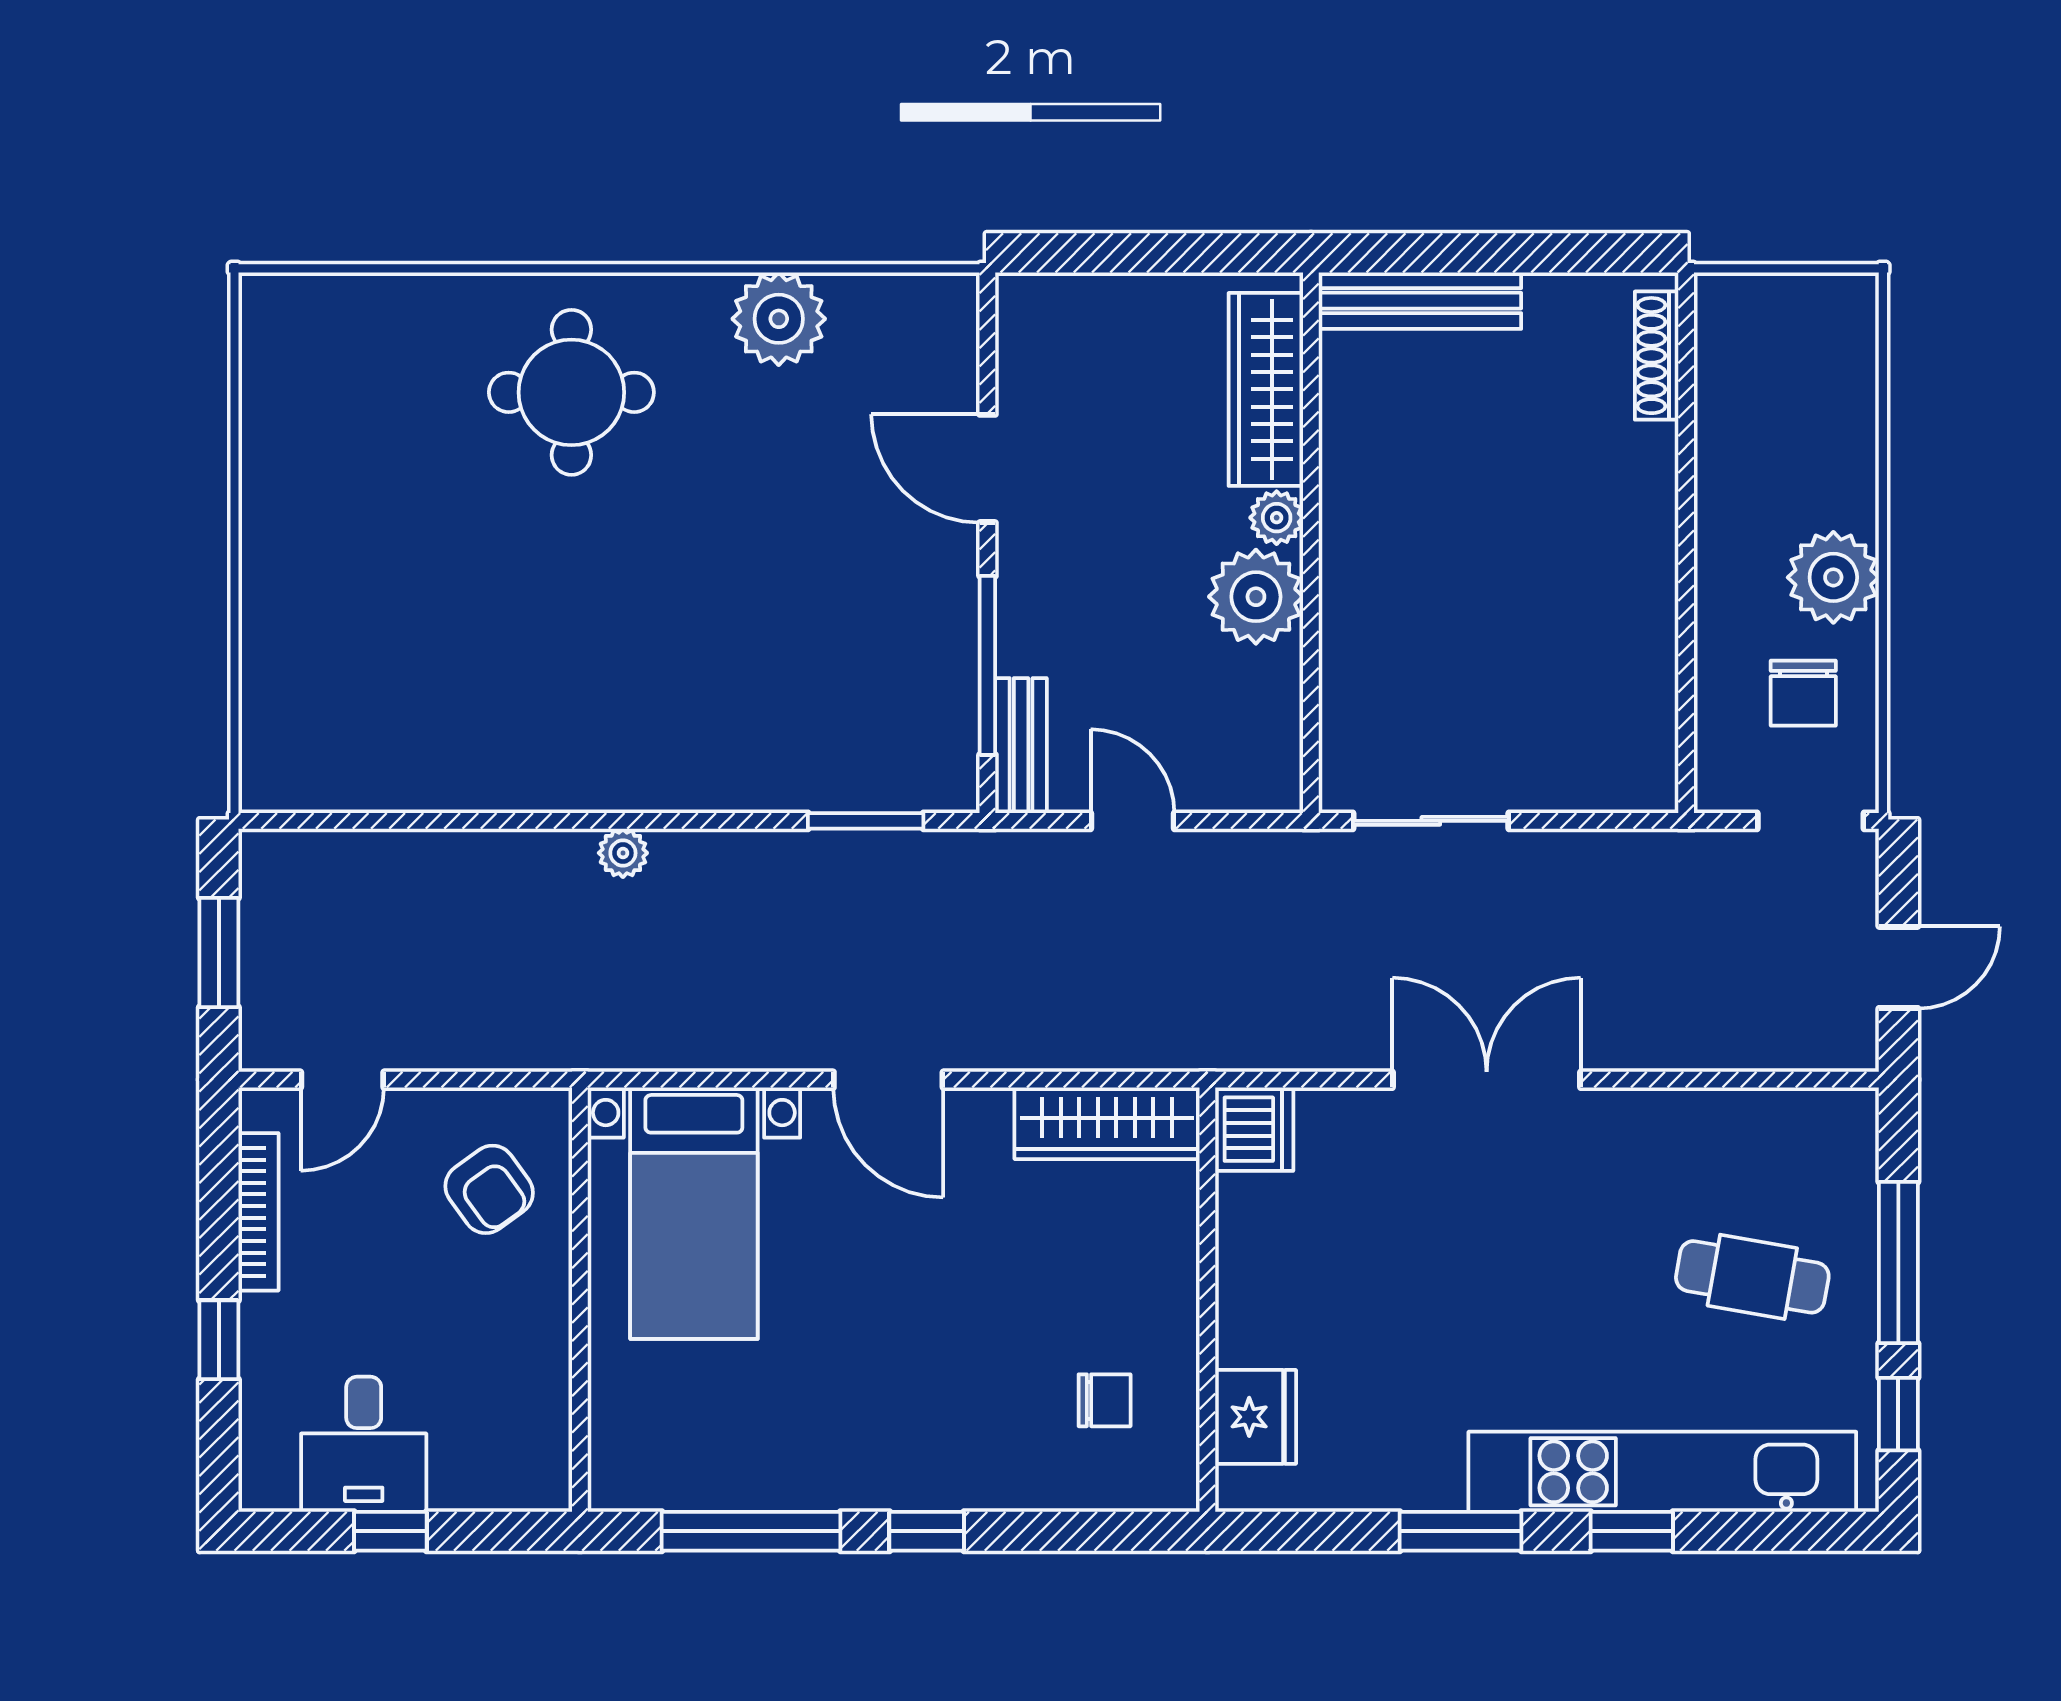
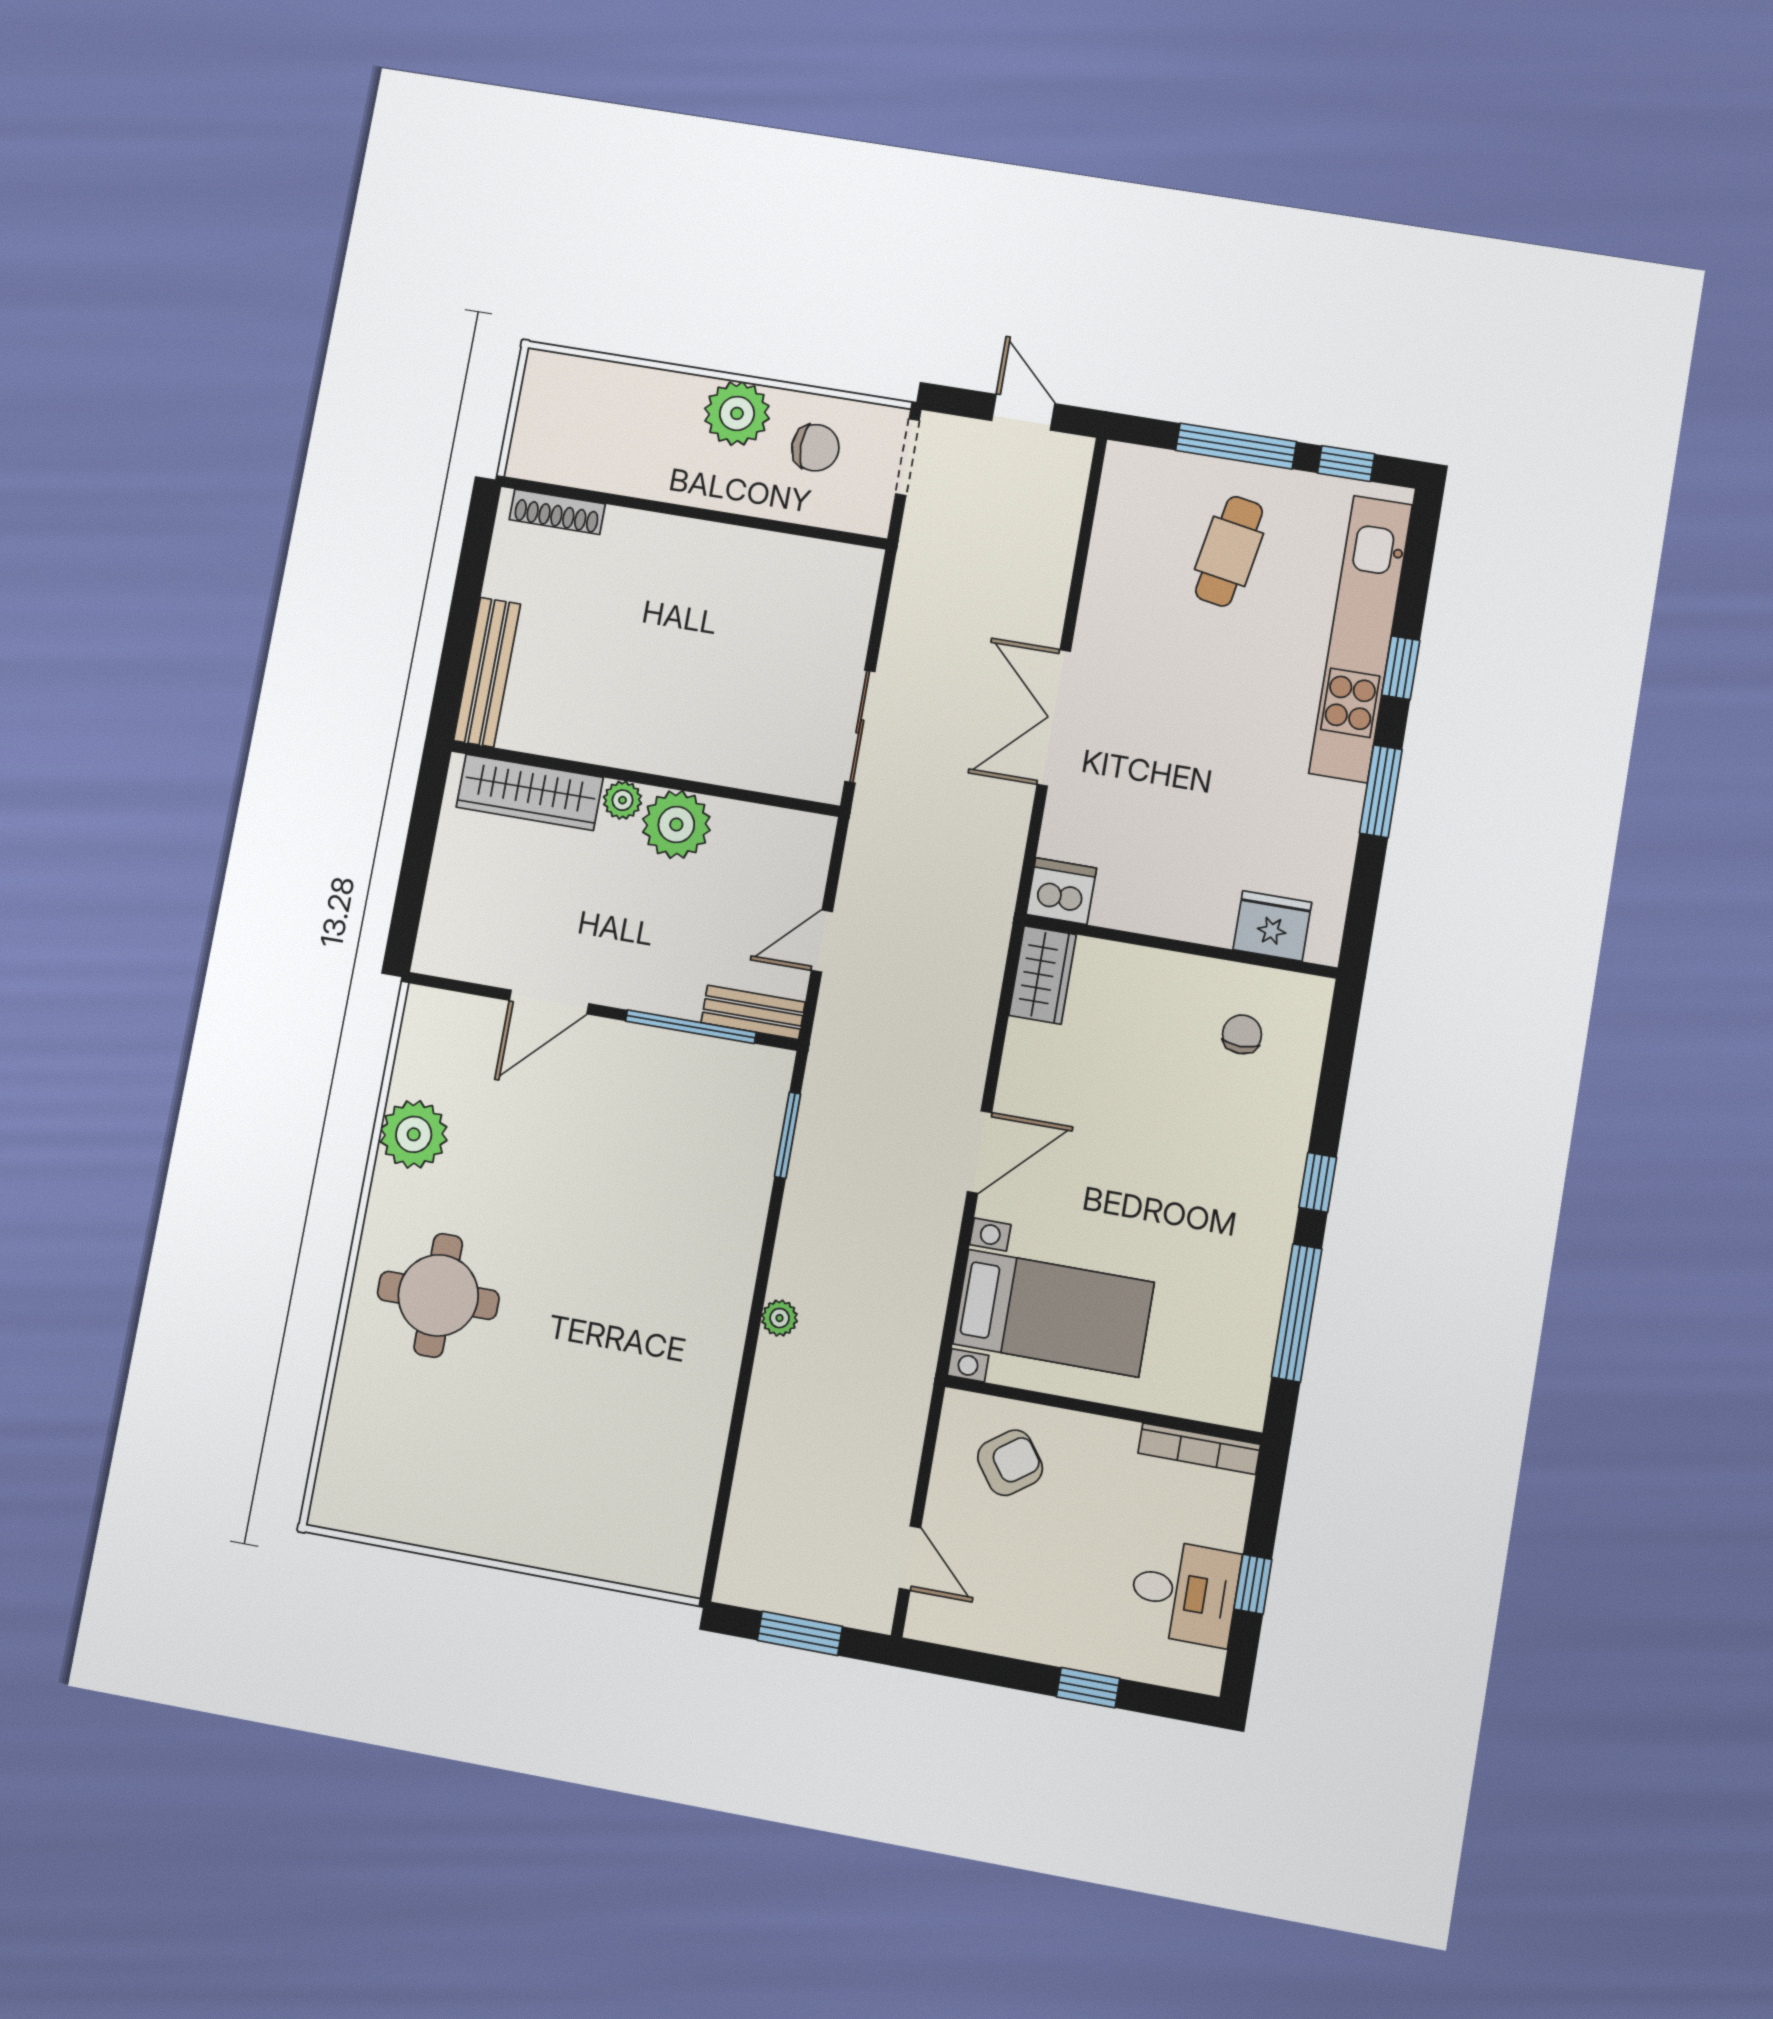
wardrobe: (1107, 1123) -> (1043, 975), width x0.67
bookcase: (258, 1212) -> (1199, 1449), moved, turned 180

